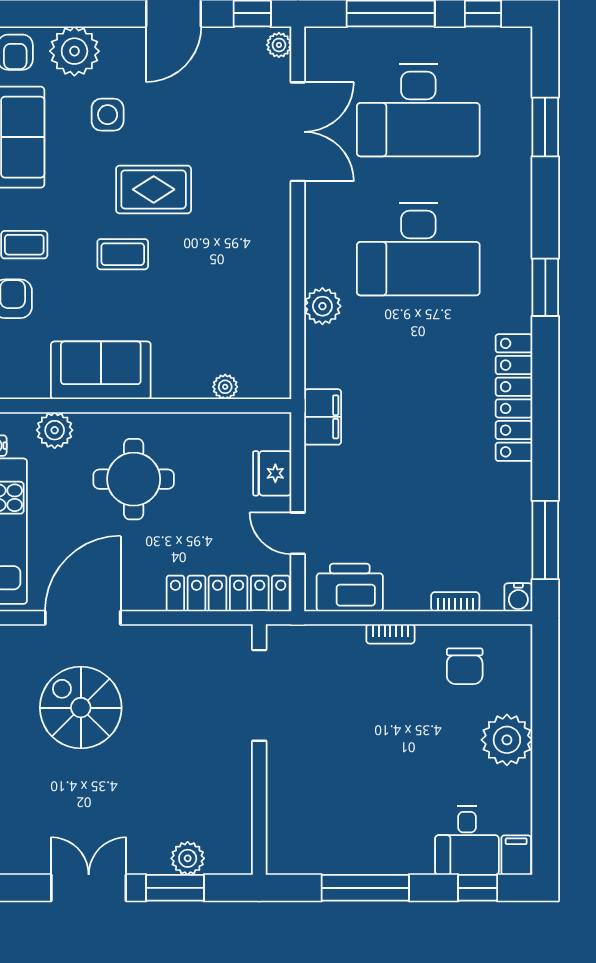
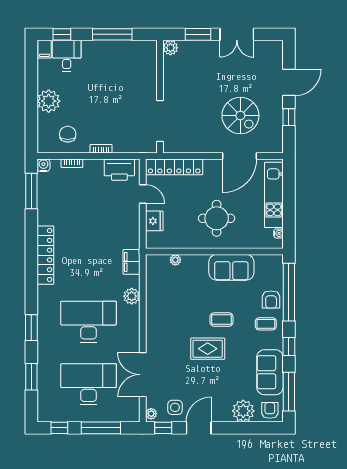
side table: (108, 115) -> (175, 407), moved
window: (545, 287) -> (31, 328), moved
filing cabinet: (323, 417) -> (132, 262), moved
plant: (55, 430) -> (252, 240), removed
plant: (188, 858) -> (170, 48), moved

